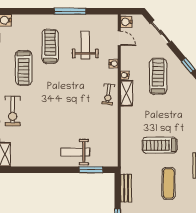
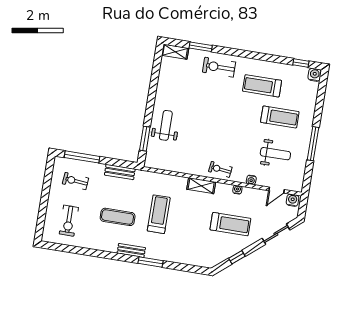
shelving: (127, 93) -> (201, 186), moved

